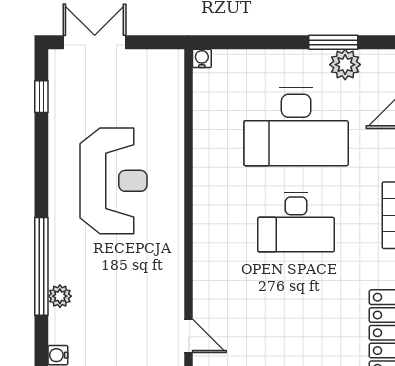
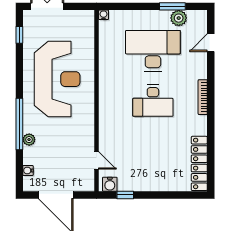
desk: (296, 127) -> (153, 51), turned 180
reception desk: (114, 181) -> (57, 79), width x1.36, depth x1.30

